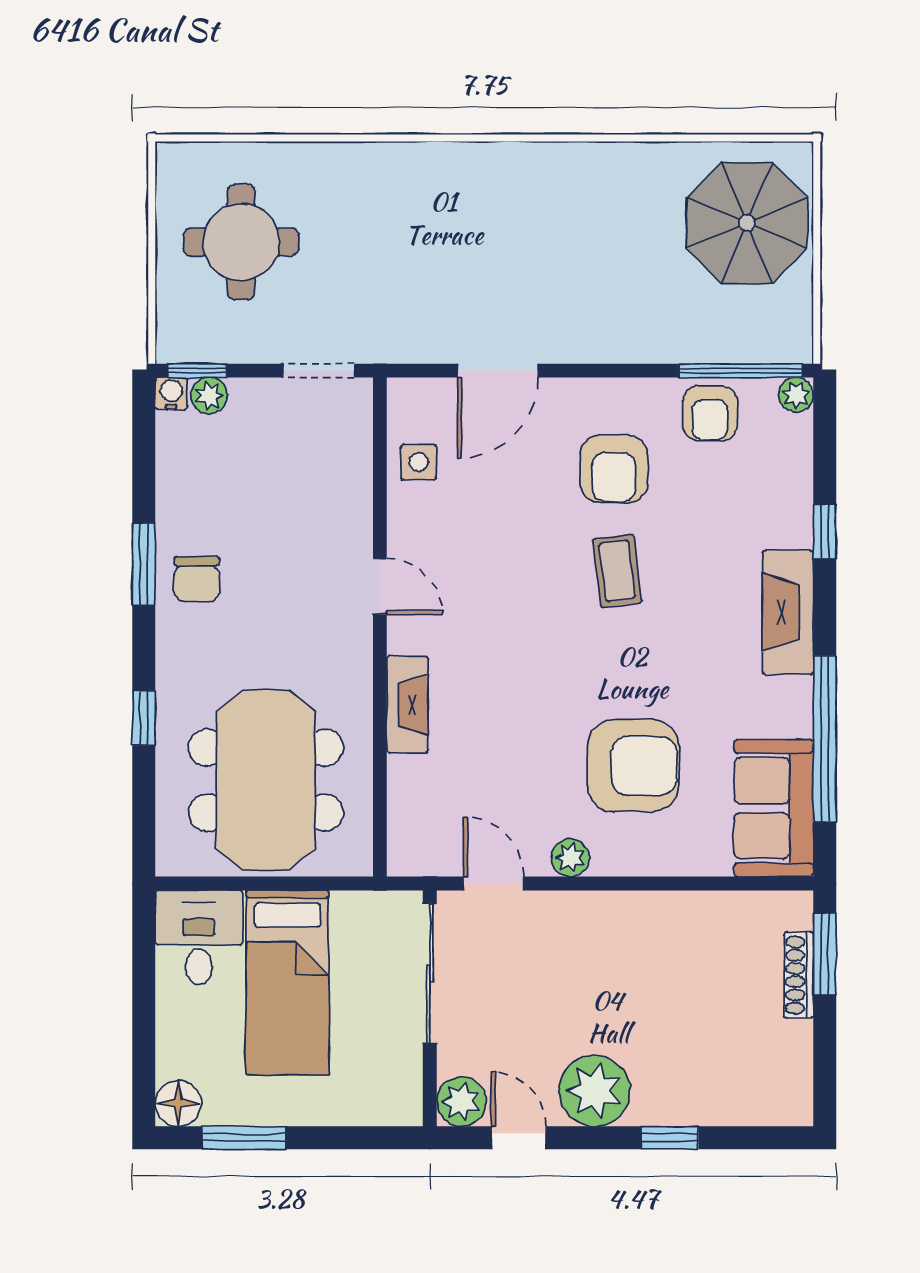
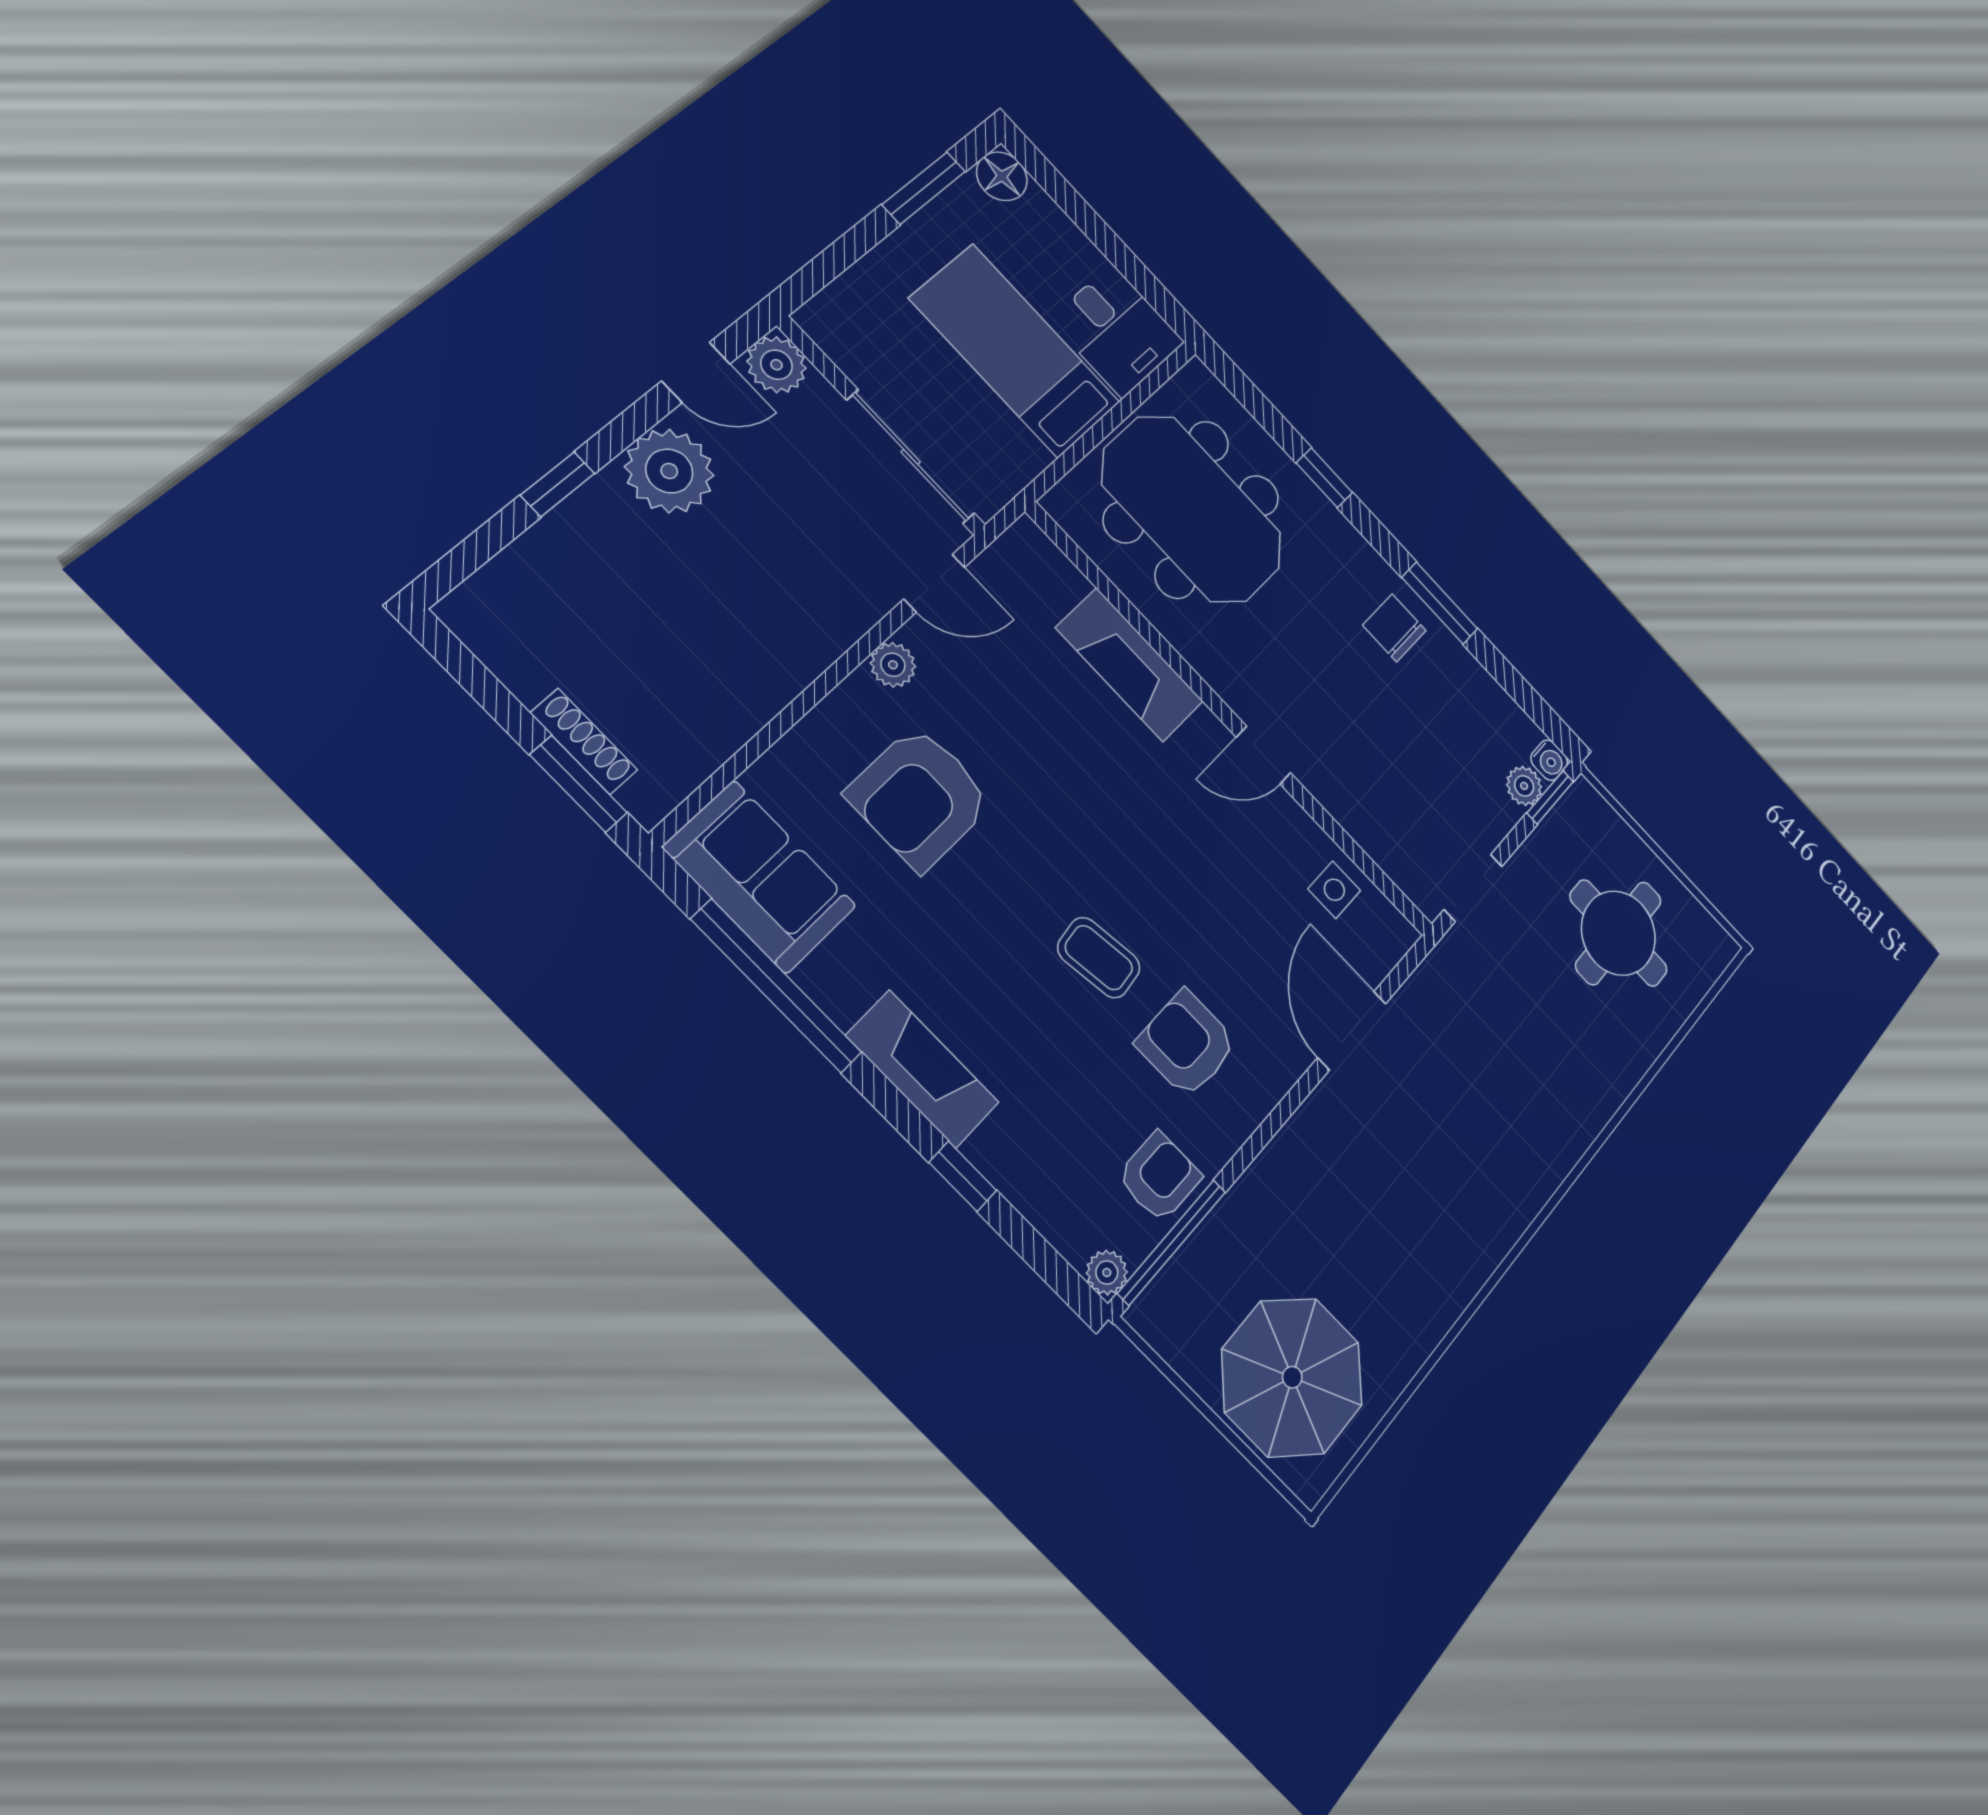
armchair: (710, 413) -> (1159, 1177), turned 90
fireplace: (407, 704) -> (1130, 665), width x1.37, depth x1.32

